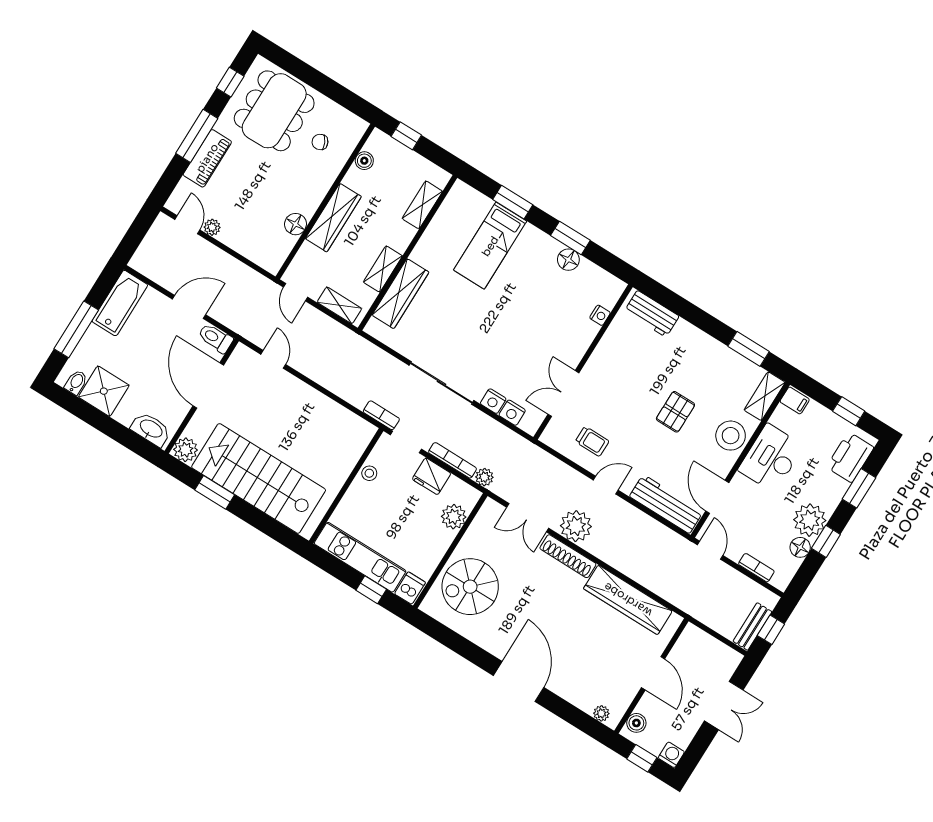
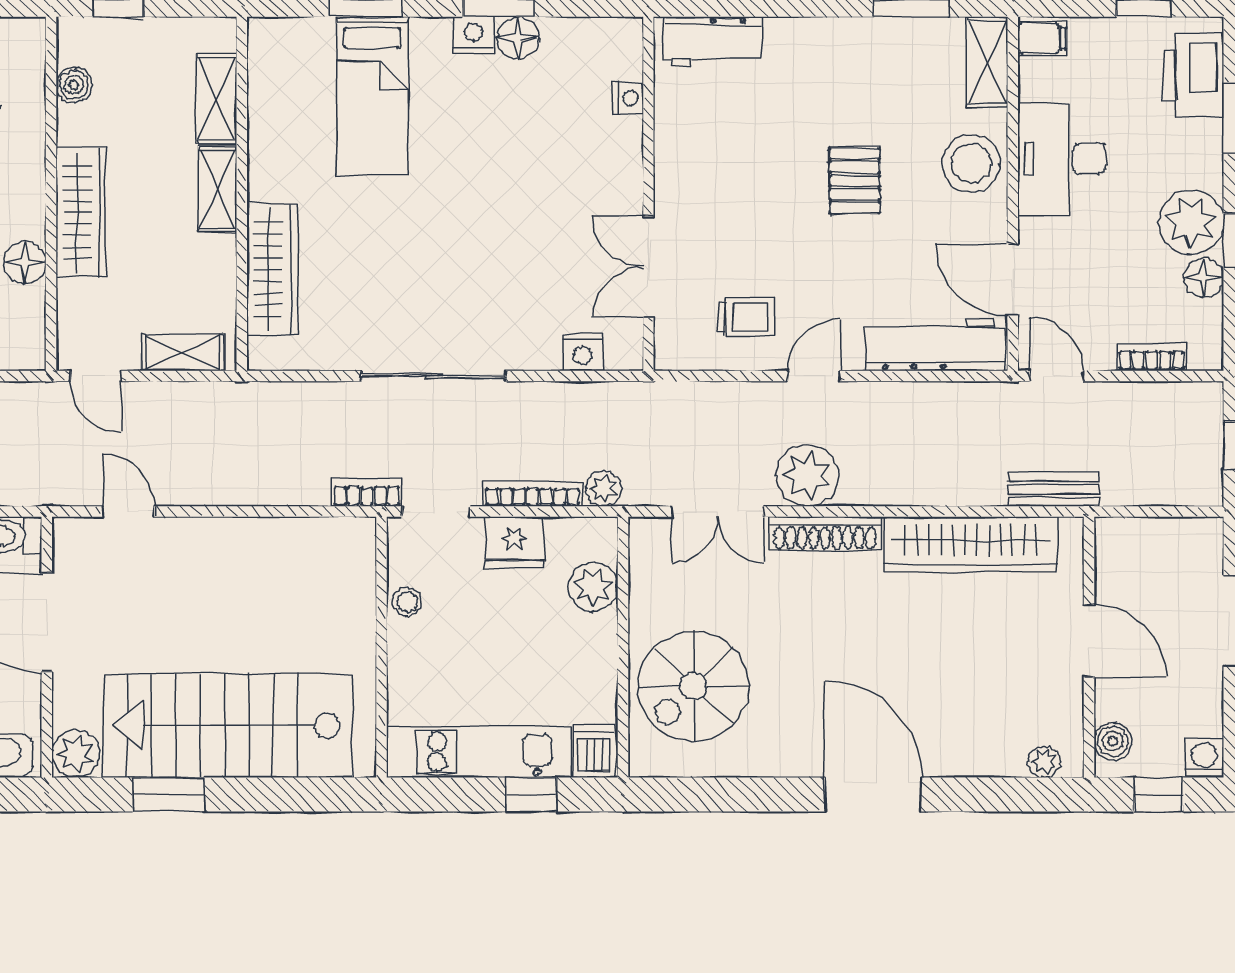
shelving: (383, 269) -> (217, 189), moved
nightstand: (493, 401) -> (473, 35), moved, turned 180
bench: (752, 627) -> (1053, 489), moved, turned 90

